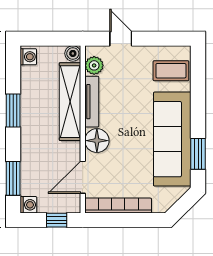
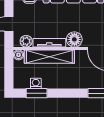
washing machine: (28, 57) -> (36, 83), moved
window: (13, 111) -> (37, 93), moved

